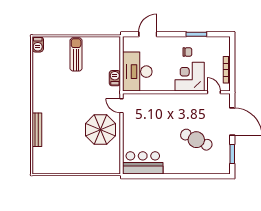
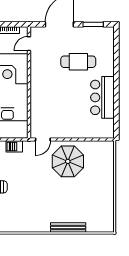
cafe table: (196, 140) -> (78, 62), turned 64
bar counter: (143, 163) -> (102, 97), moved

